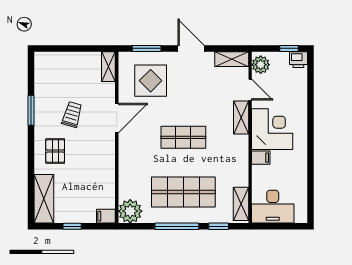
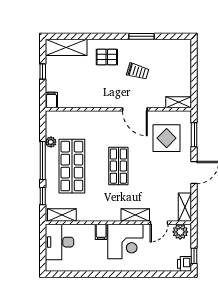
plant: (130, 211) -> (51, 142), moved, width x0.53, depth x0.53

